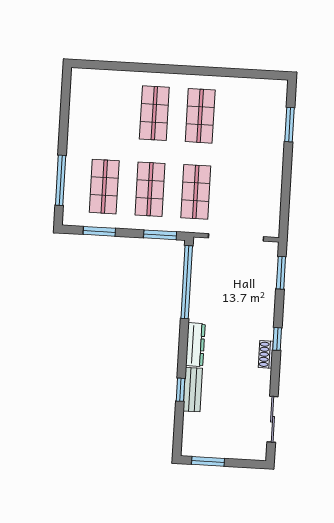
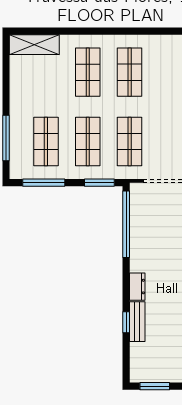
shelving: (98, 80) -> (34, 45), added
window: (99, 231) -> (44, 183), width x1.44
dresser: (195, 345) -> (137, 287), width x0.70

